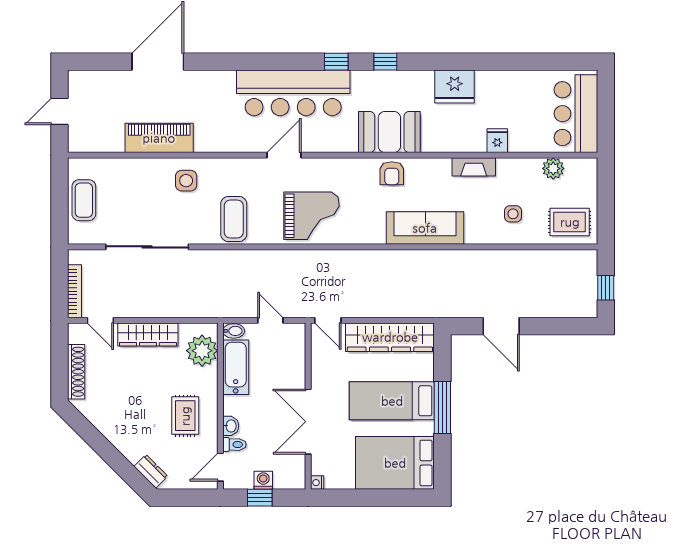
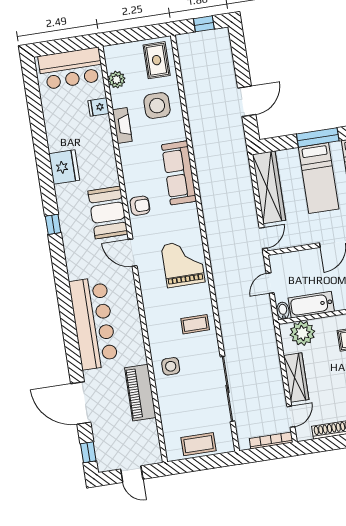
window: (336, 62) -> (88, 452), moved
bar counter: (293, 93) -> (93, 323), moved
fridge: (497, 141) -> (98, 107), moved
door: (284, 155) -> (133, 253), moved
fireplace: (474, 167) -> (122, 126), moved
side table: (513, 214) -> (157, 106), width x1.87, depth x1.87
coffee table: (234, 219) -> (195, 324), width x0.73, depth x0.77

